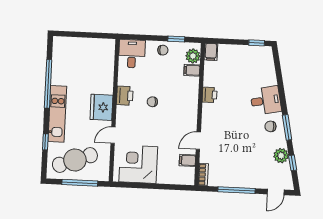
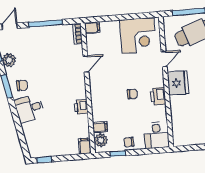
filing cabinet: (187, 160) -> (92, 28), moved

